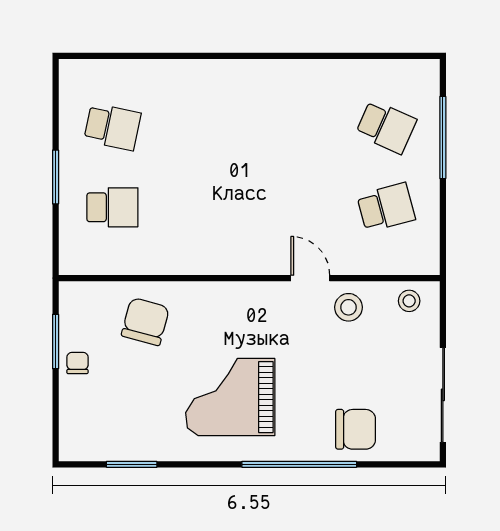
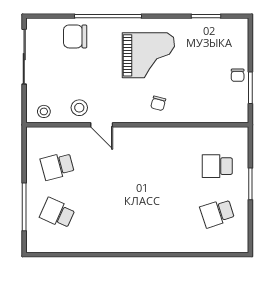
school desk: (112, 127) -> (217, 213), turned -30
chair: (145, 322) -> (158, 103), moved, width x0.54, depth x0.54

